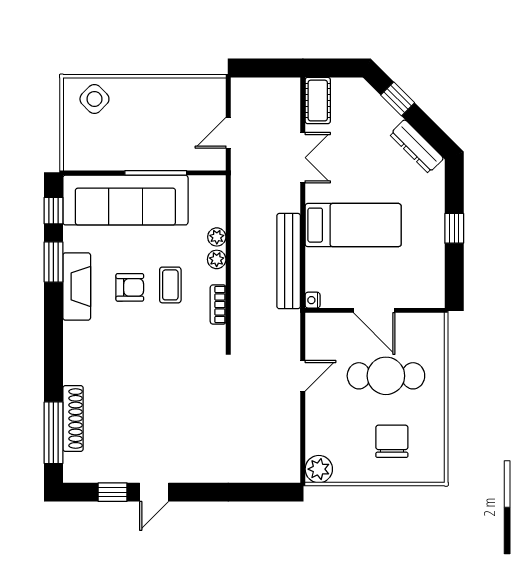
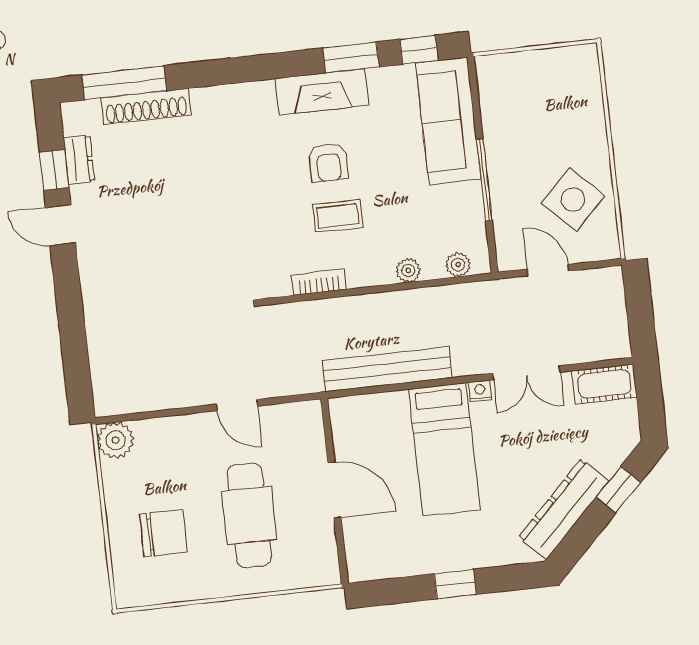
side table: (94, 99) -> (573, 199), moved, width x1.37, depth x1.37
dresser: (417, 146) -> (564, 509), width x1.37, depth x1.24
sofa: (125, 200) -> (448, 121), width x0.74, depth x0.79
plant: (217, 259) -> (458, 265), moved
nightstand: (313, 300) -> (480, 391), moved
door: (374, 310) -> (334, 490), swing flipped
dresser: (107, 473) -> (79, 160), added

